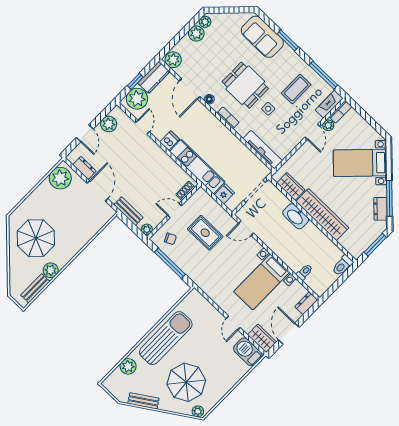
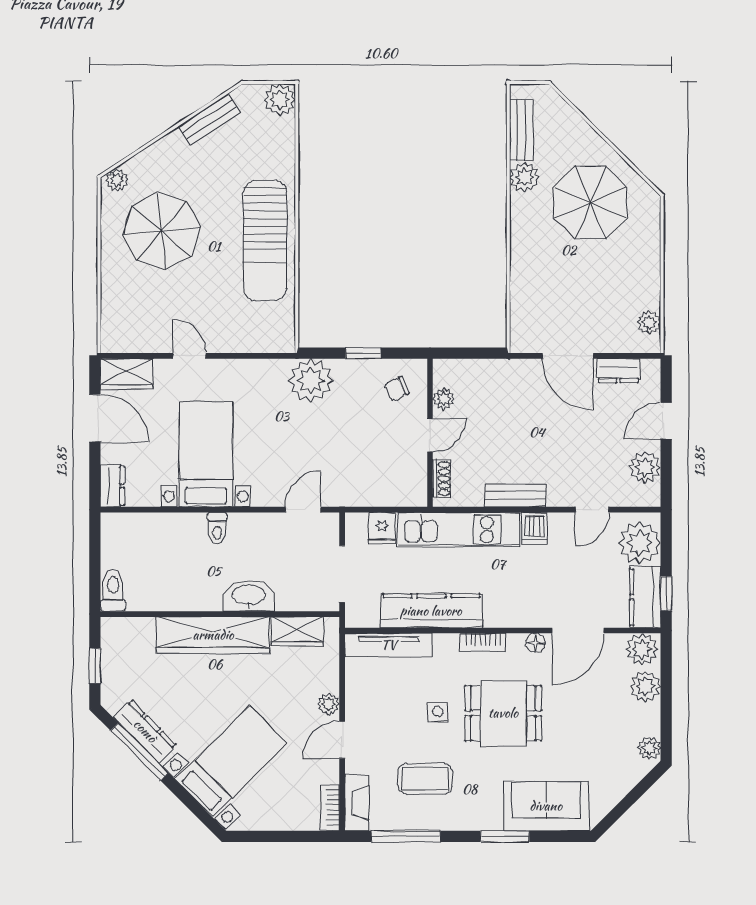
plant: (196, 34) -> (645, 686), moved
window: (135, 81) -> (666, 594), moved
door: (190, 89) -> (578, 631), swing flipped
coffee table: (296, 89) -> (425, 779), turned 90
plant: (328, 125) -> (329, 704), moved
door: (142, 127) -> (592, 510), hinge flipped
door: (312, 132) -> (342, 740), hinge flipped
door: (85, 133) -> (666, 421), hinge flipped
kitchen counter: (235, 147) -> (431, 611), added
plant: (60, 178) -> (649, 322), width x0.53, depth x0.53
dresser: (380, 209) -> (145, 731), width x1.44
bench: (128, 211) -> (515, 495), moved
plant: (147, 229) -> (444, 399), moved
rug: (205, 233) -> (355, 446), removed
window: (375, 245) -> (95, 666), width x0.67
window: (170, 263) -> (363, 353), width x0.46
plant: (198, 272) -> (311, 380), added
toilet: (305, 272) -> (217, 528), moved
barbecue: (248, 352) -> (128, 335), removed
plant: (128, 366) -> (280, 100), moved
parasol: (186, 382) -> (162, 231), moved

